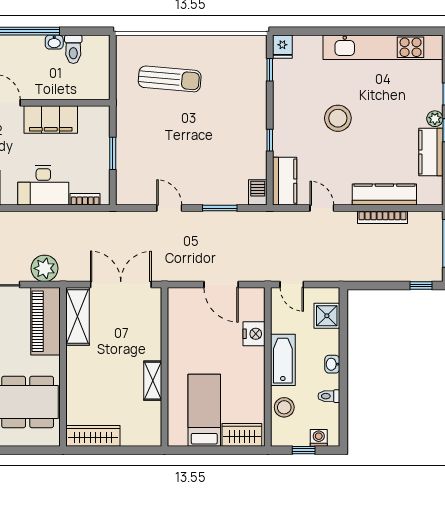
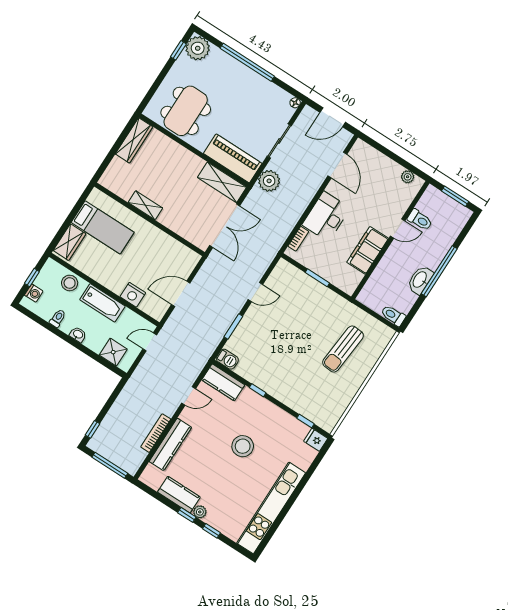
washbasin: (54, 42) -> (420, 280), width x1.91, depth x1.45
toilet: (73, 49) -> (393, 315), moved

